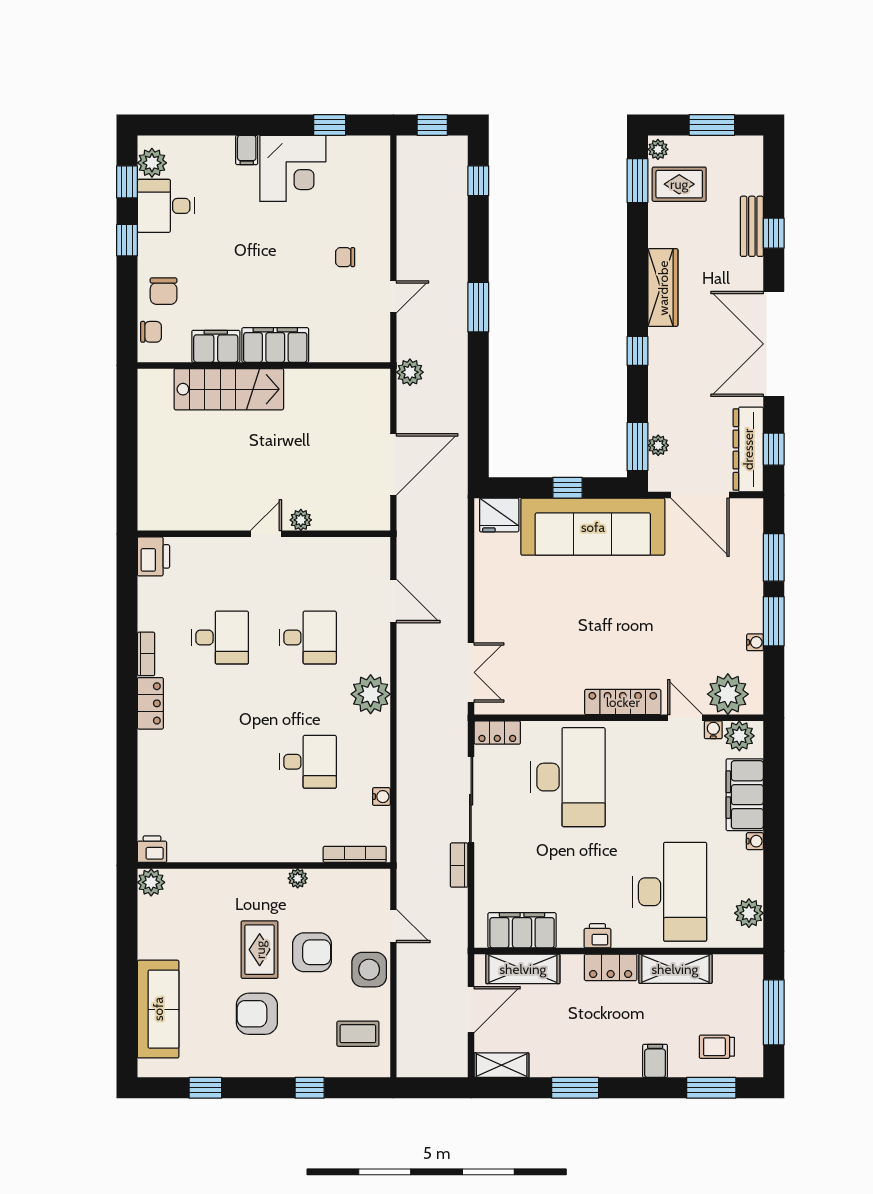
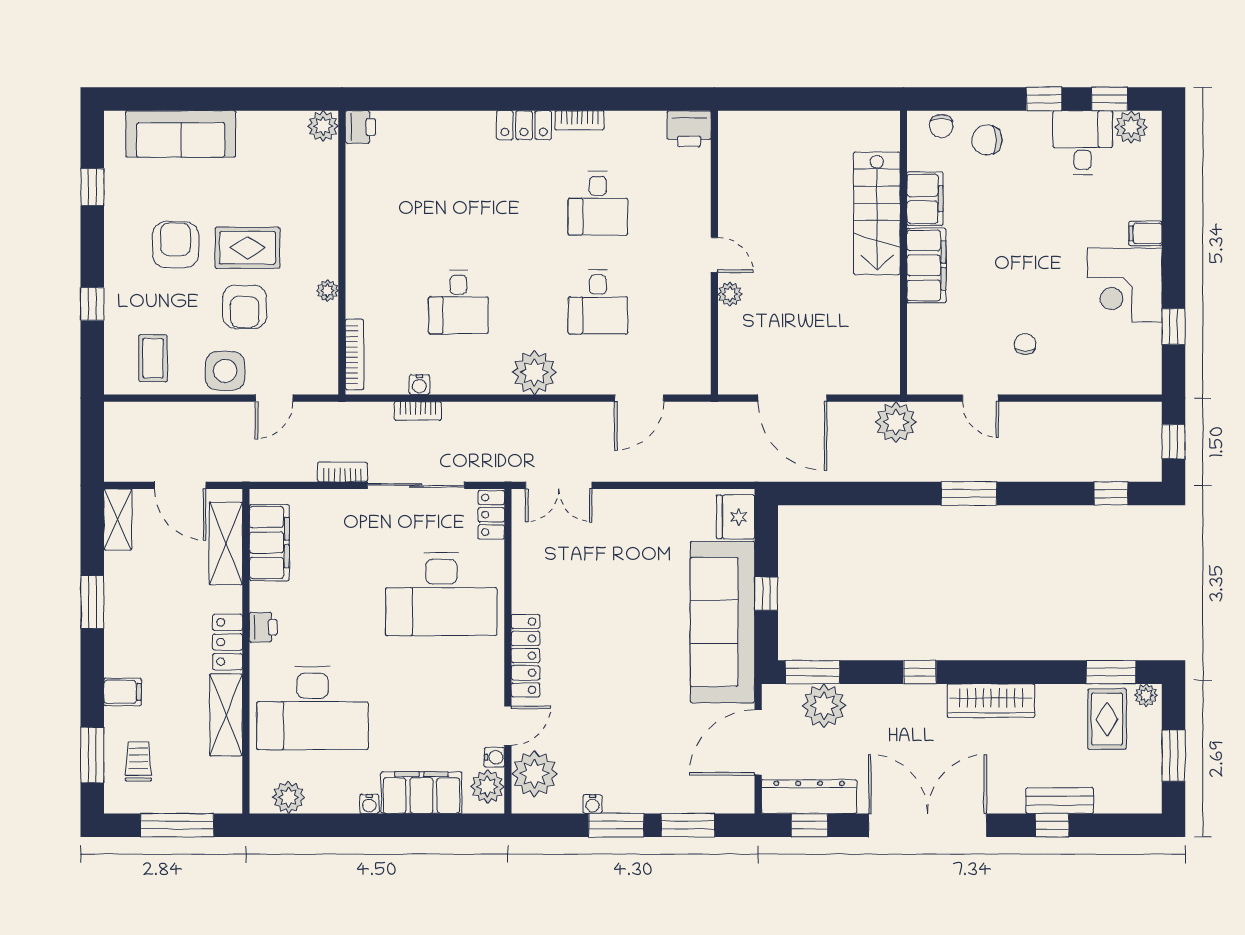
plant: (410, 372) -> (896, 422), width x1.36, depth x1.36
plant: (658, 445) -> (824, 706), width x1.88, depth x1.88
bookcase: (405, 798) -> (418, 411), added

